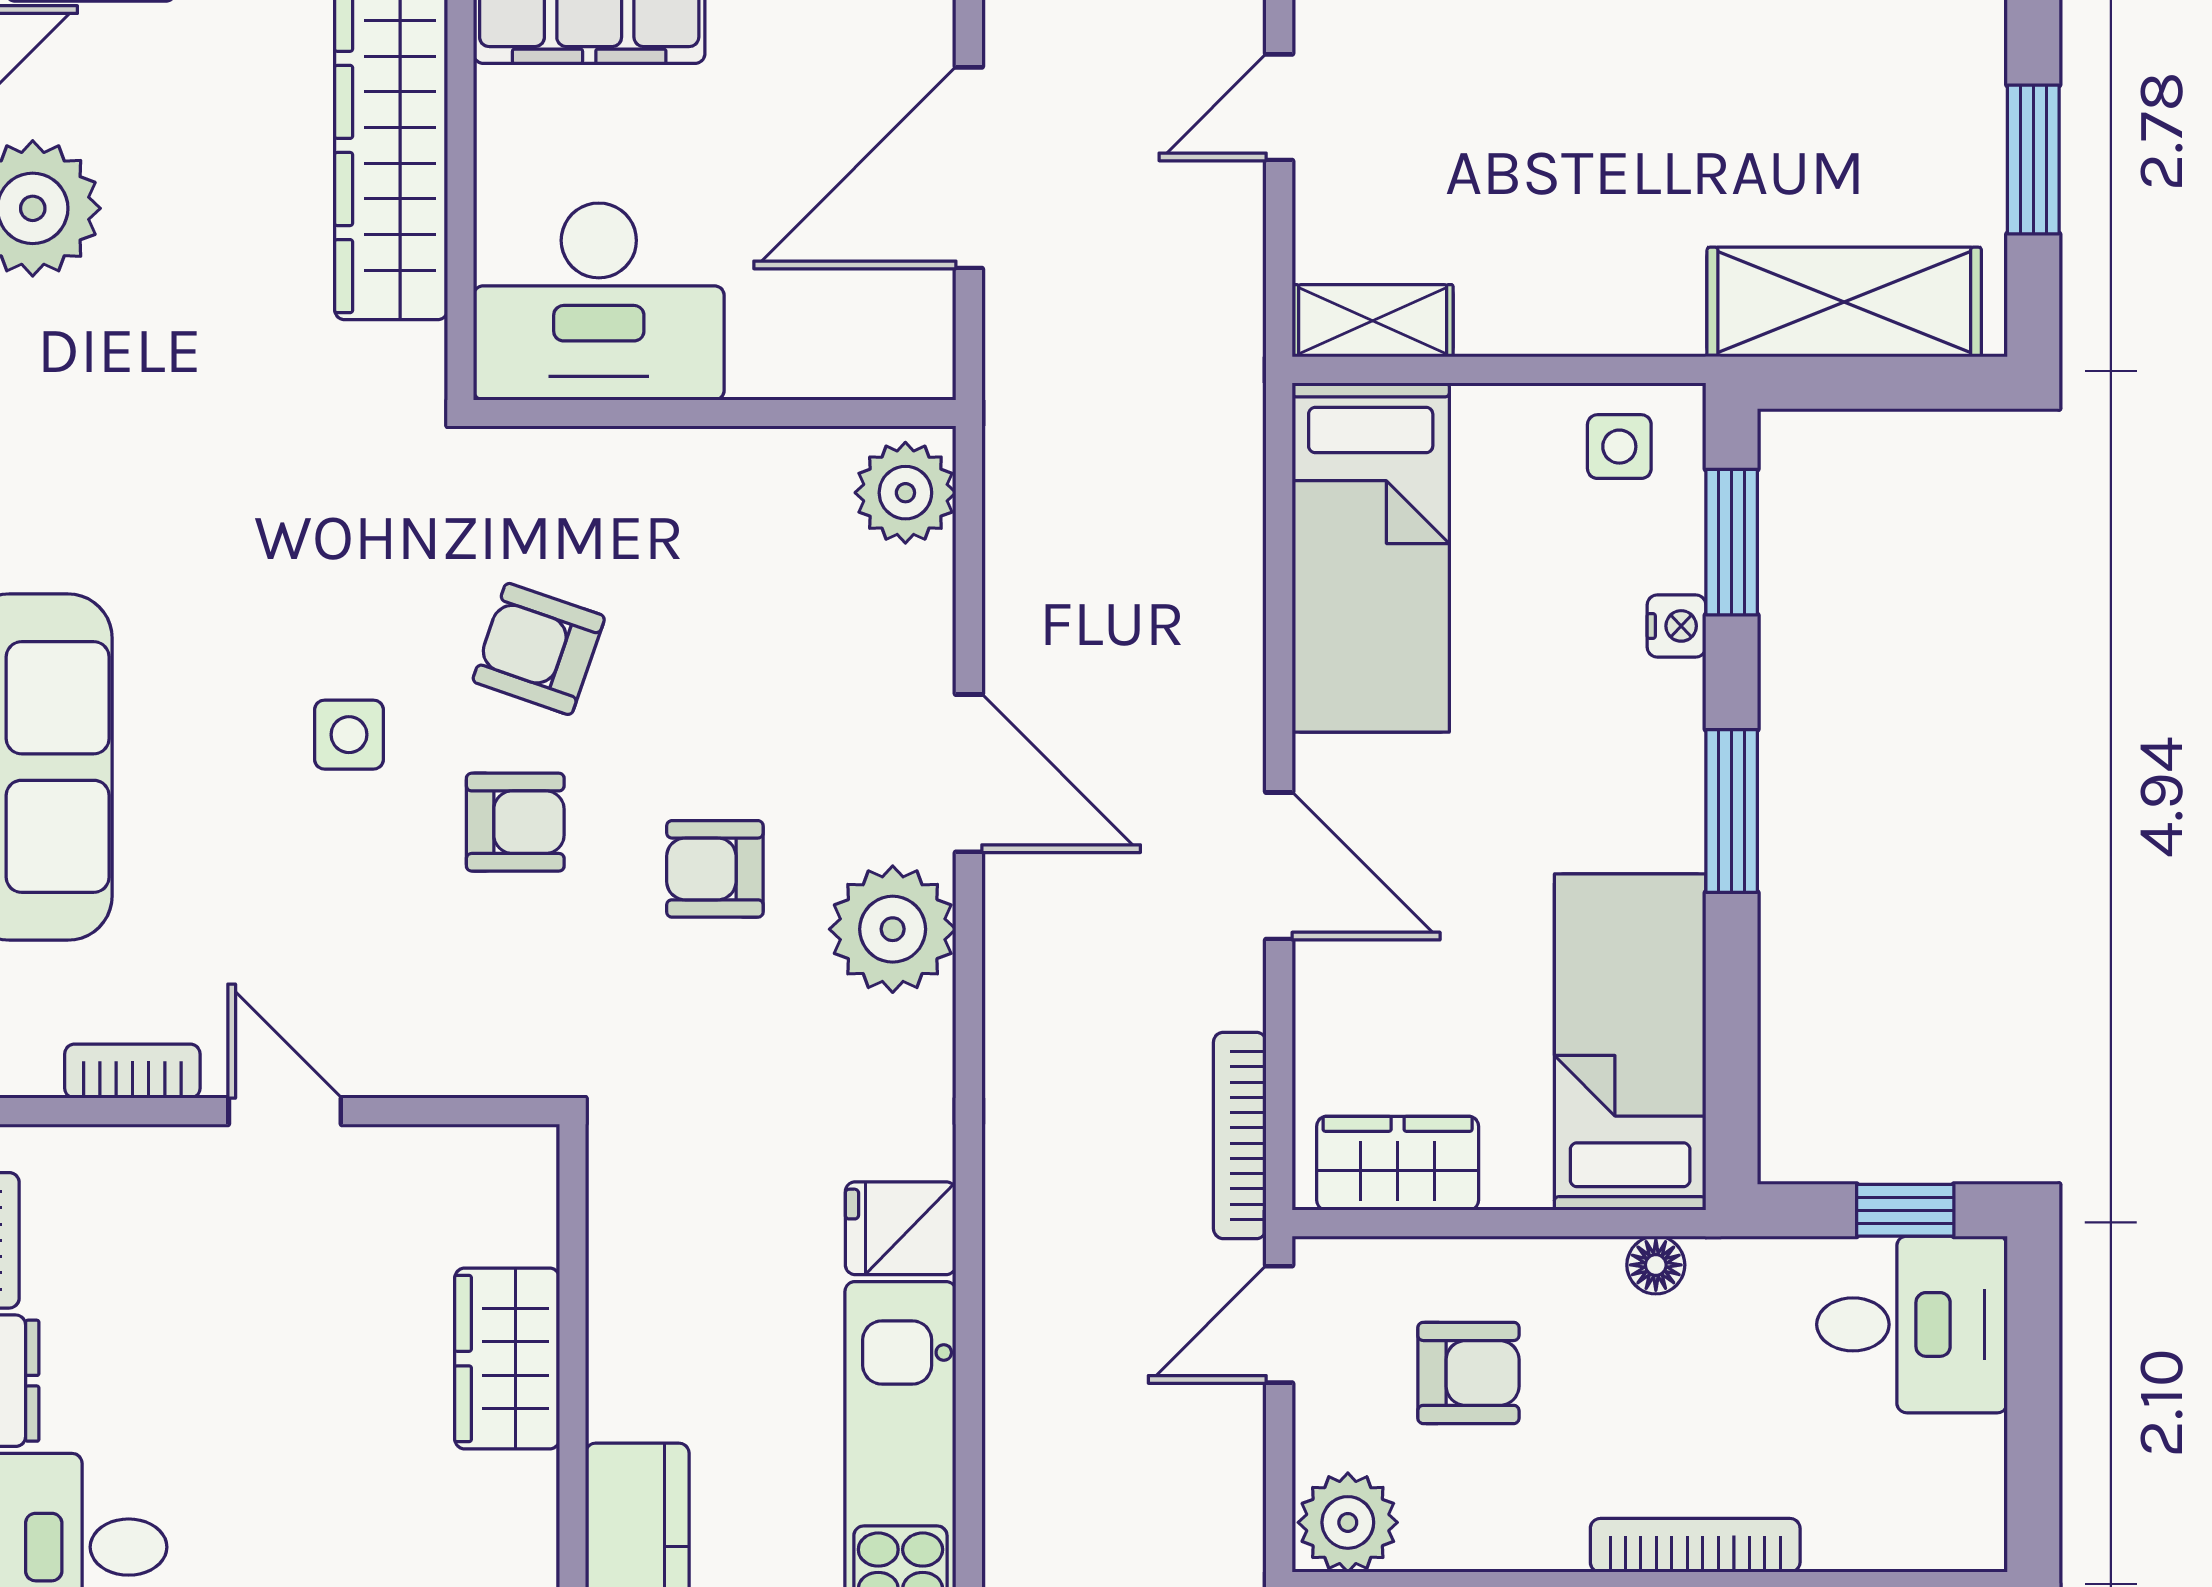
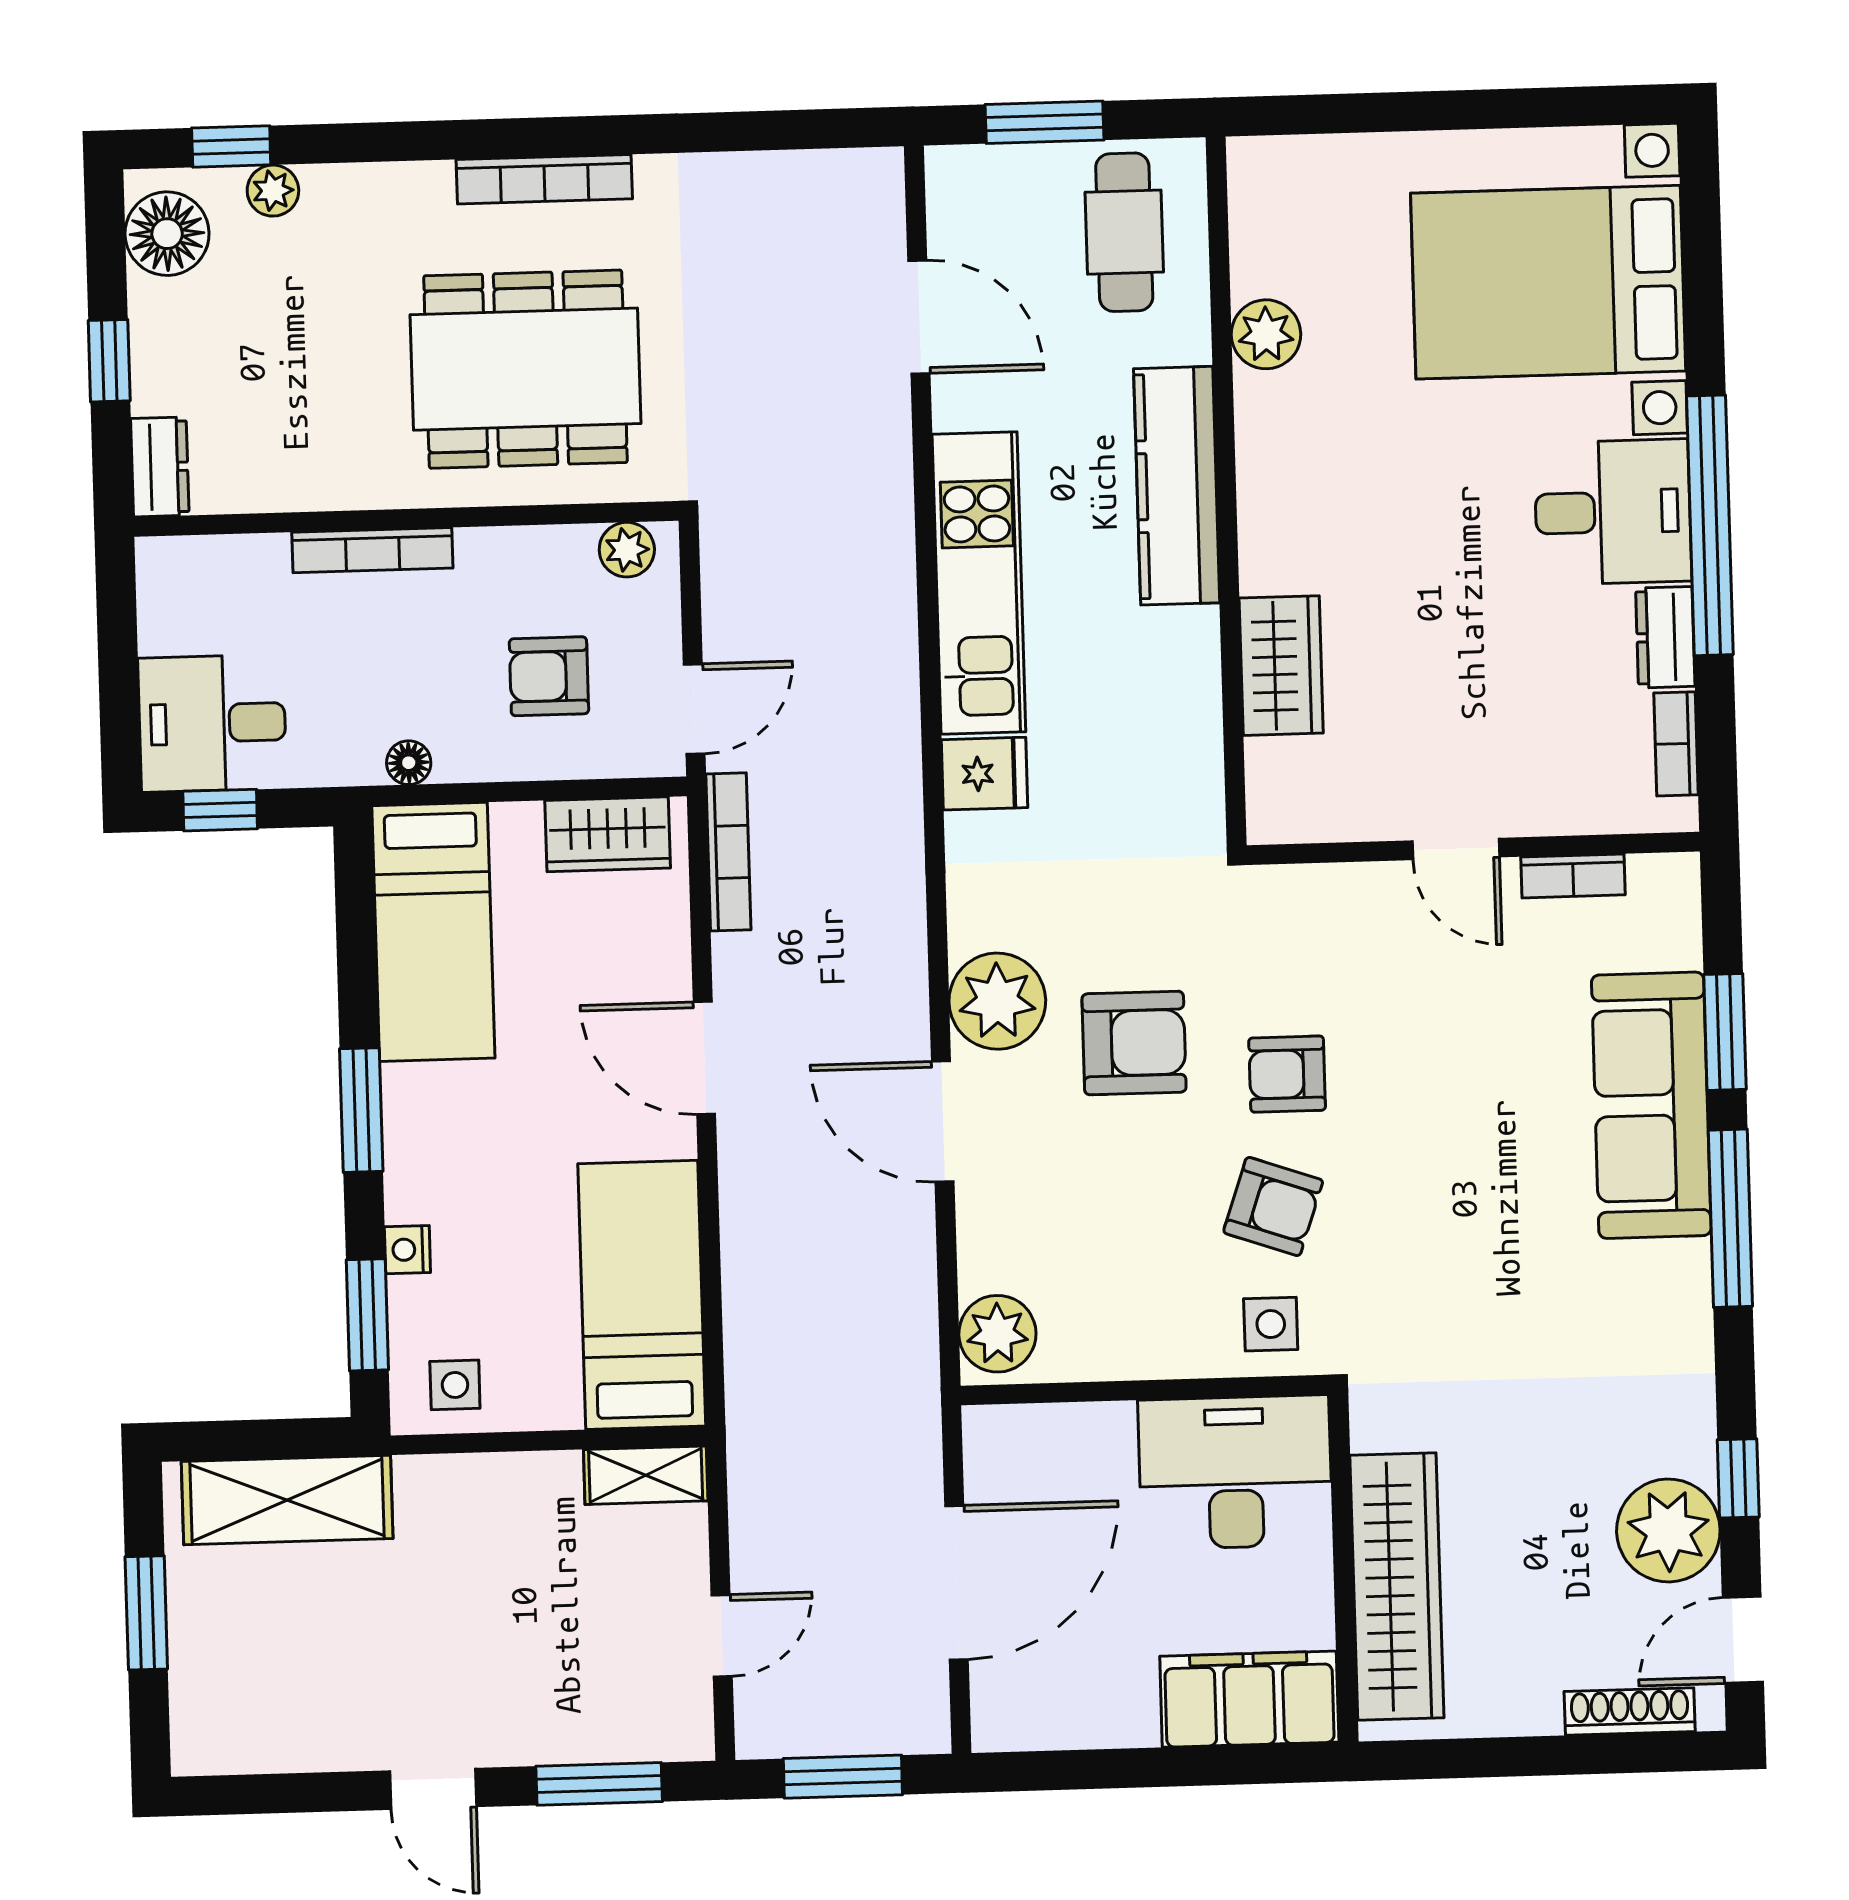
side table: (349, 735) -> (1271, 1324), moved
armchair: (715, 869) -> (1134, 1043), width x1.38, depth x1.38
plant: (1348, 1522) -> (627, 550), width x0.73, depth x0.73

